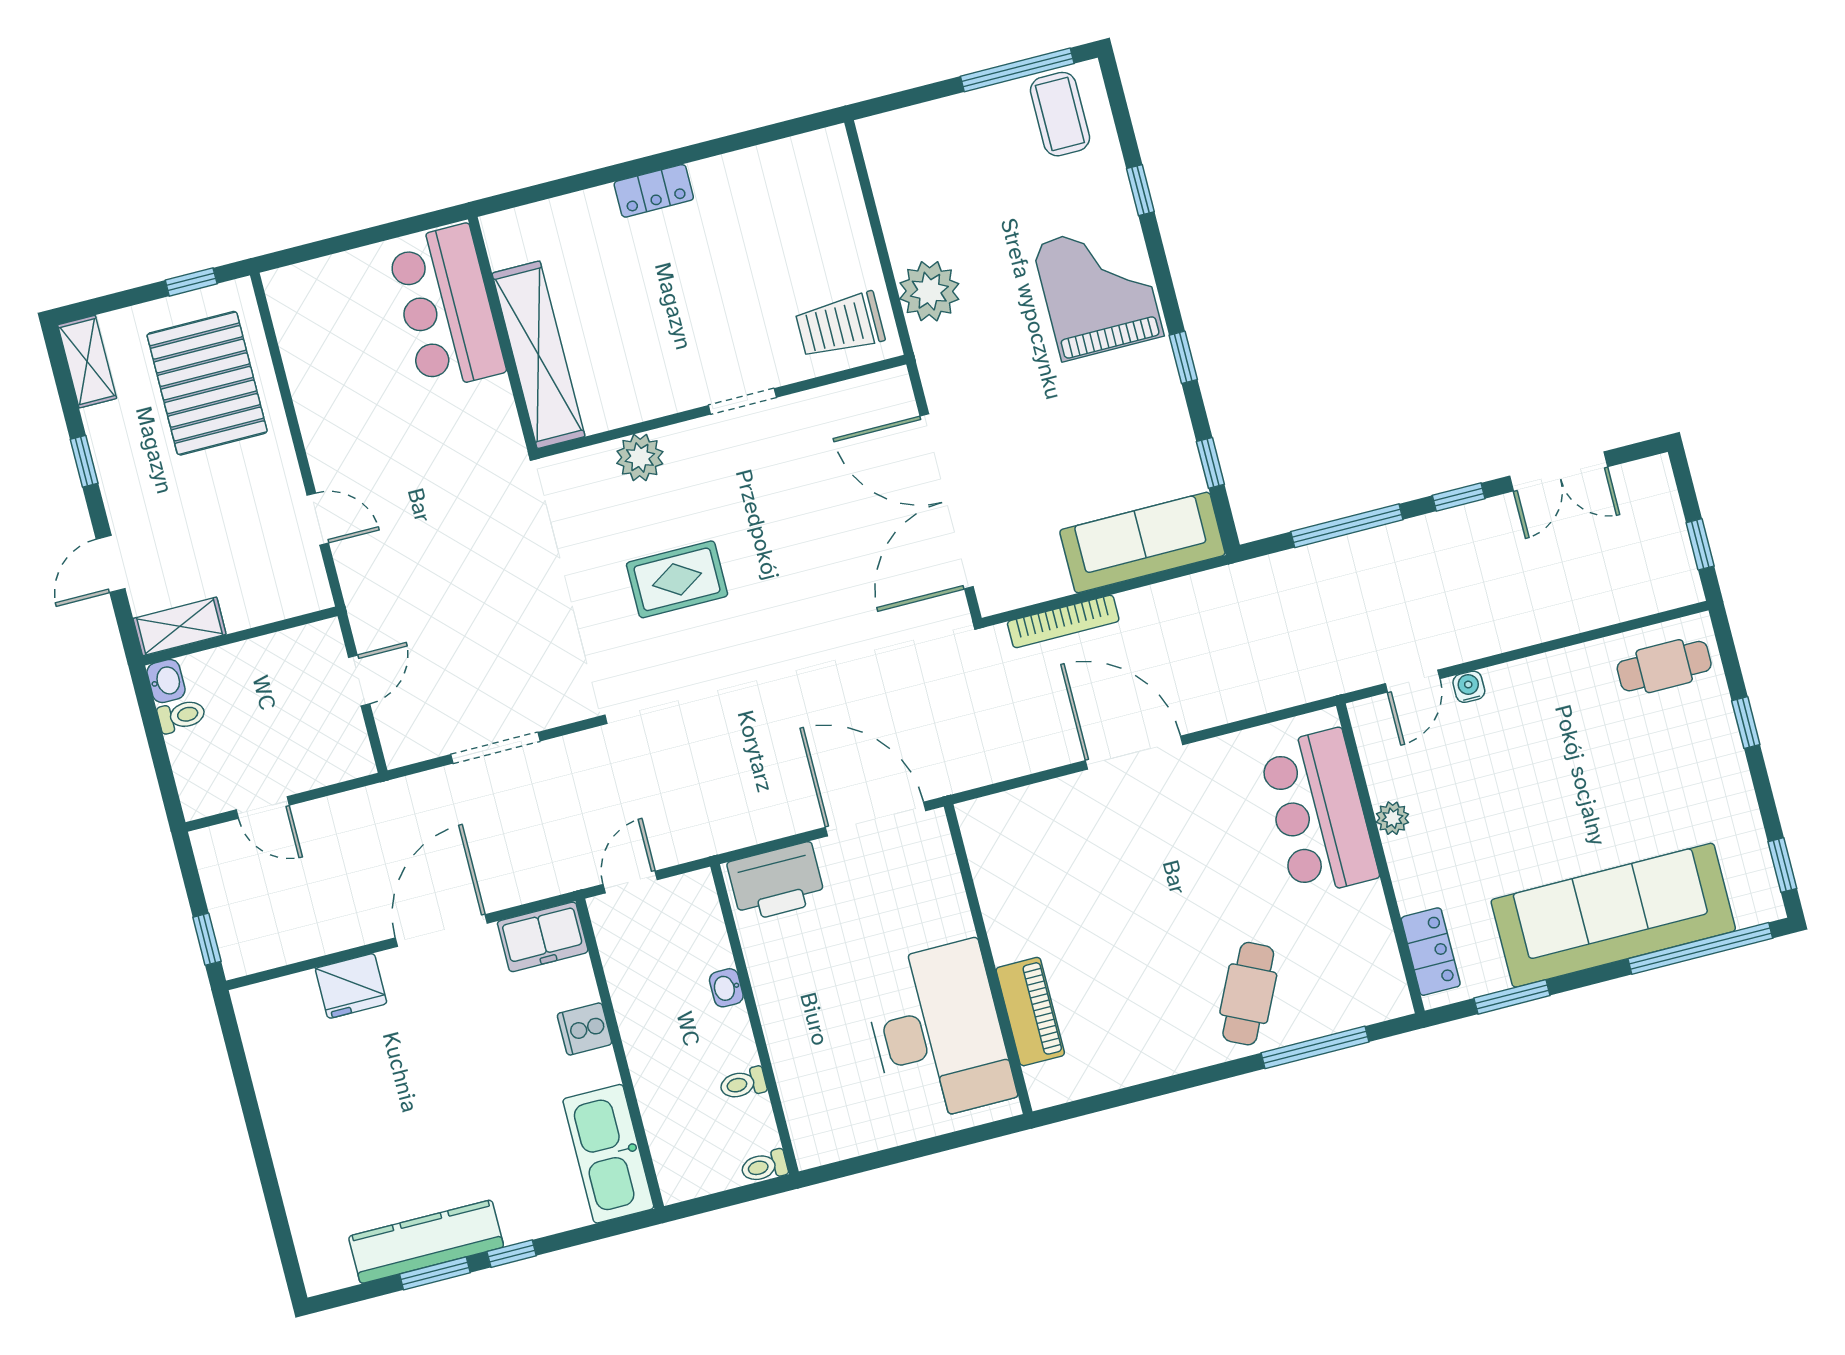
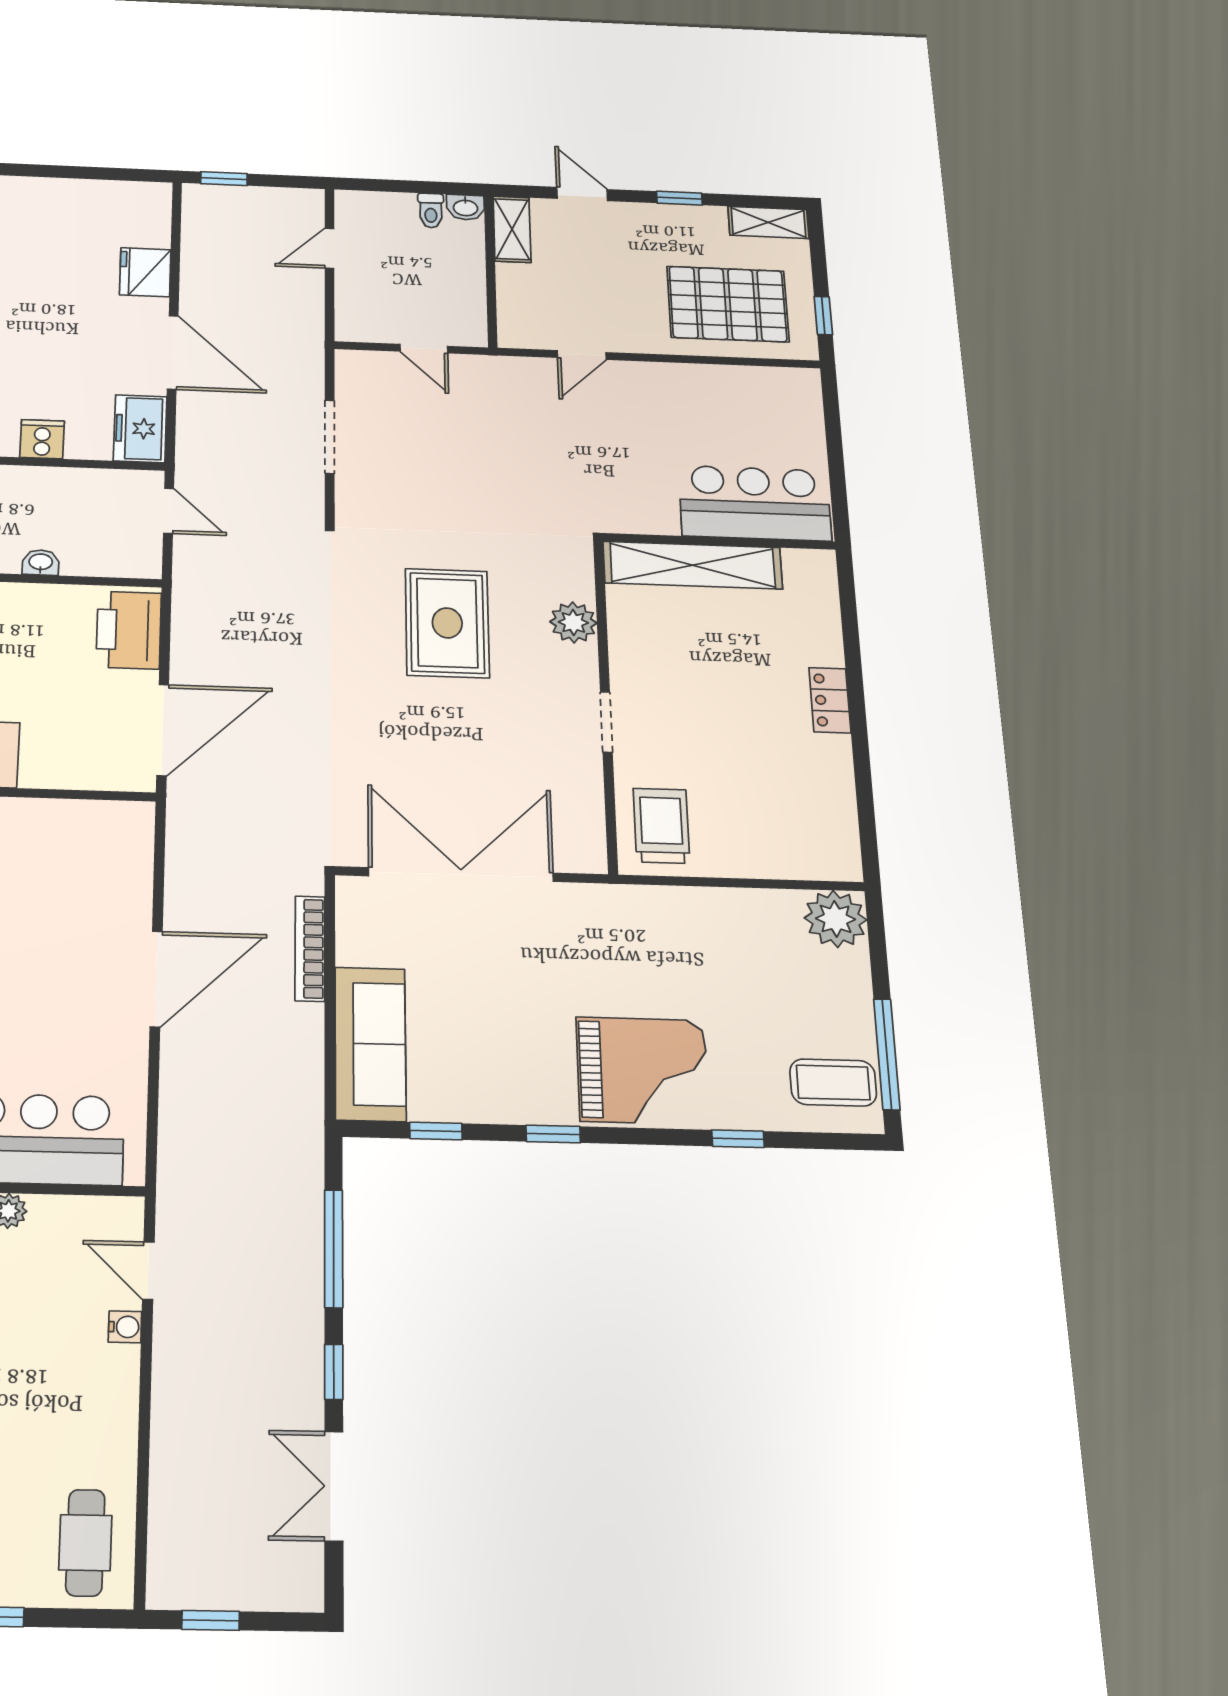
plant: (929, 291) -> (836, 919), moved
rug: (677, 579) -> (447, 623), width x1.36, depth x1.43

